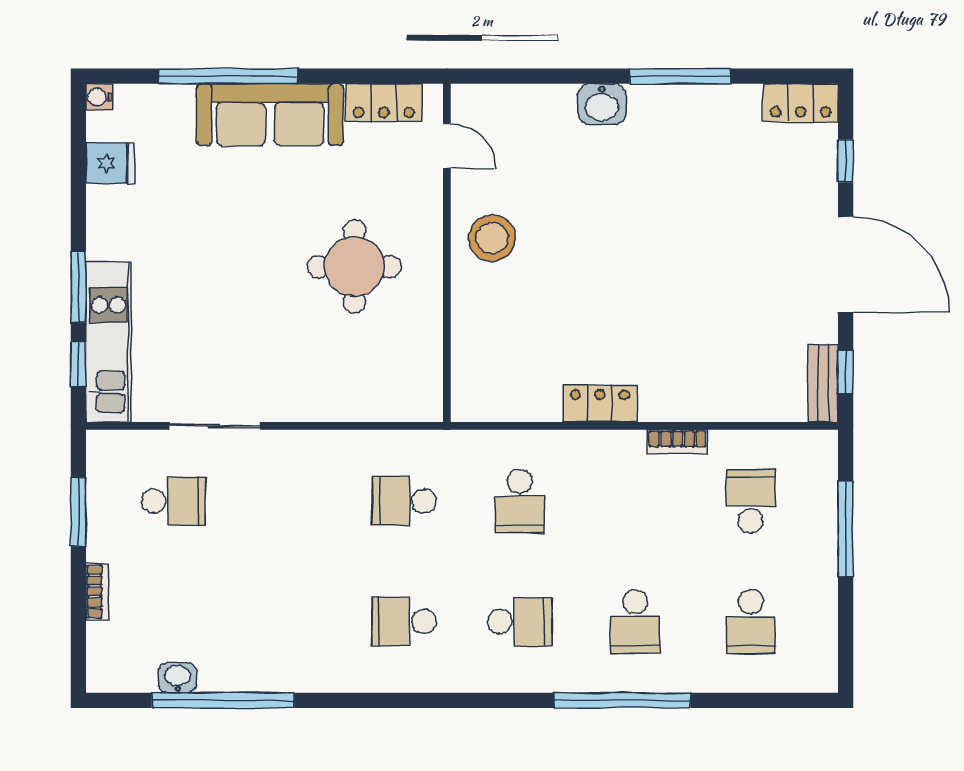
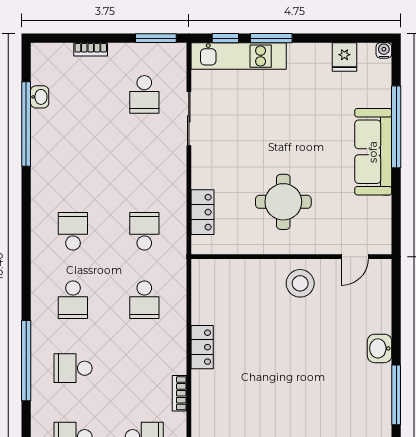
locker: (384, 103) -> (202, 212), moved, turned 180
school desk: (520, 501) -> (144, 300), turned -90
window: (78, 512) -> (156, 38), moved

